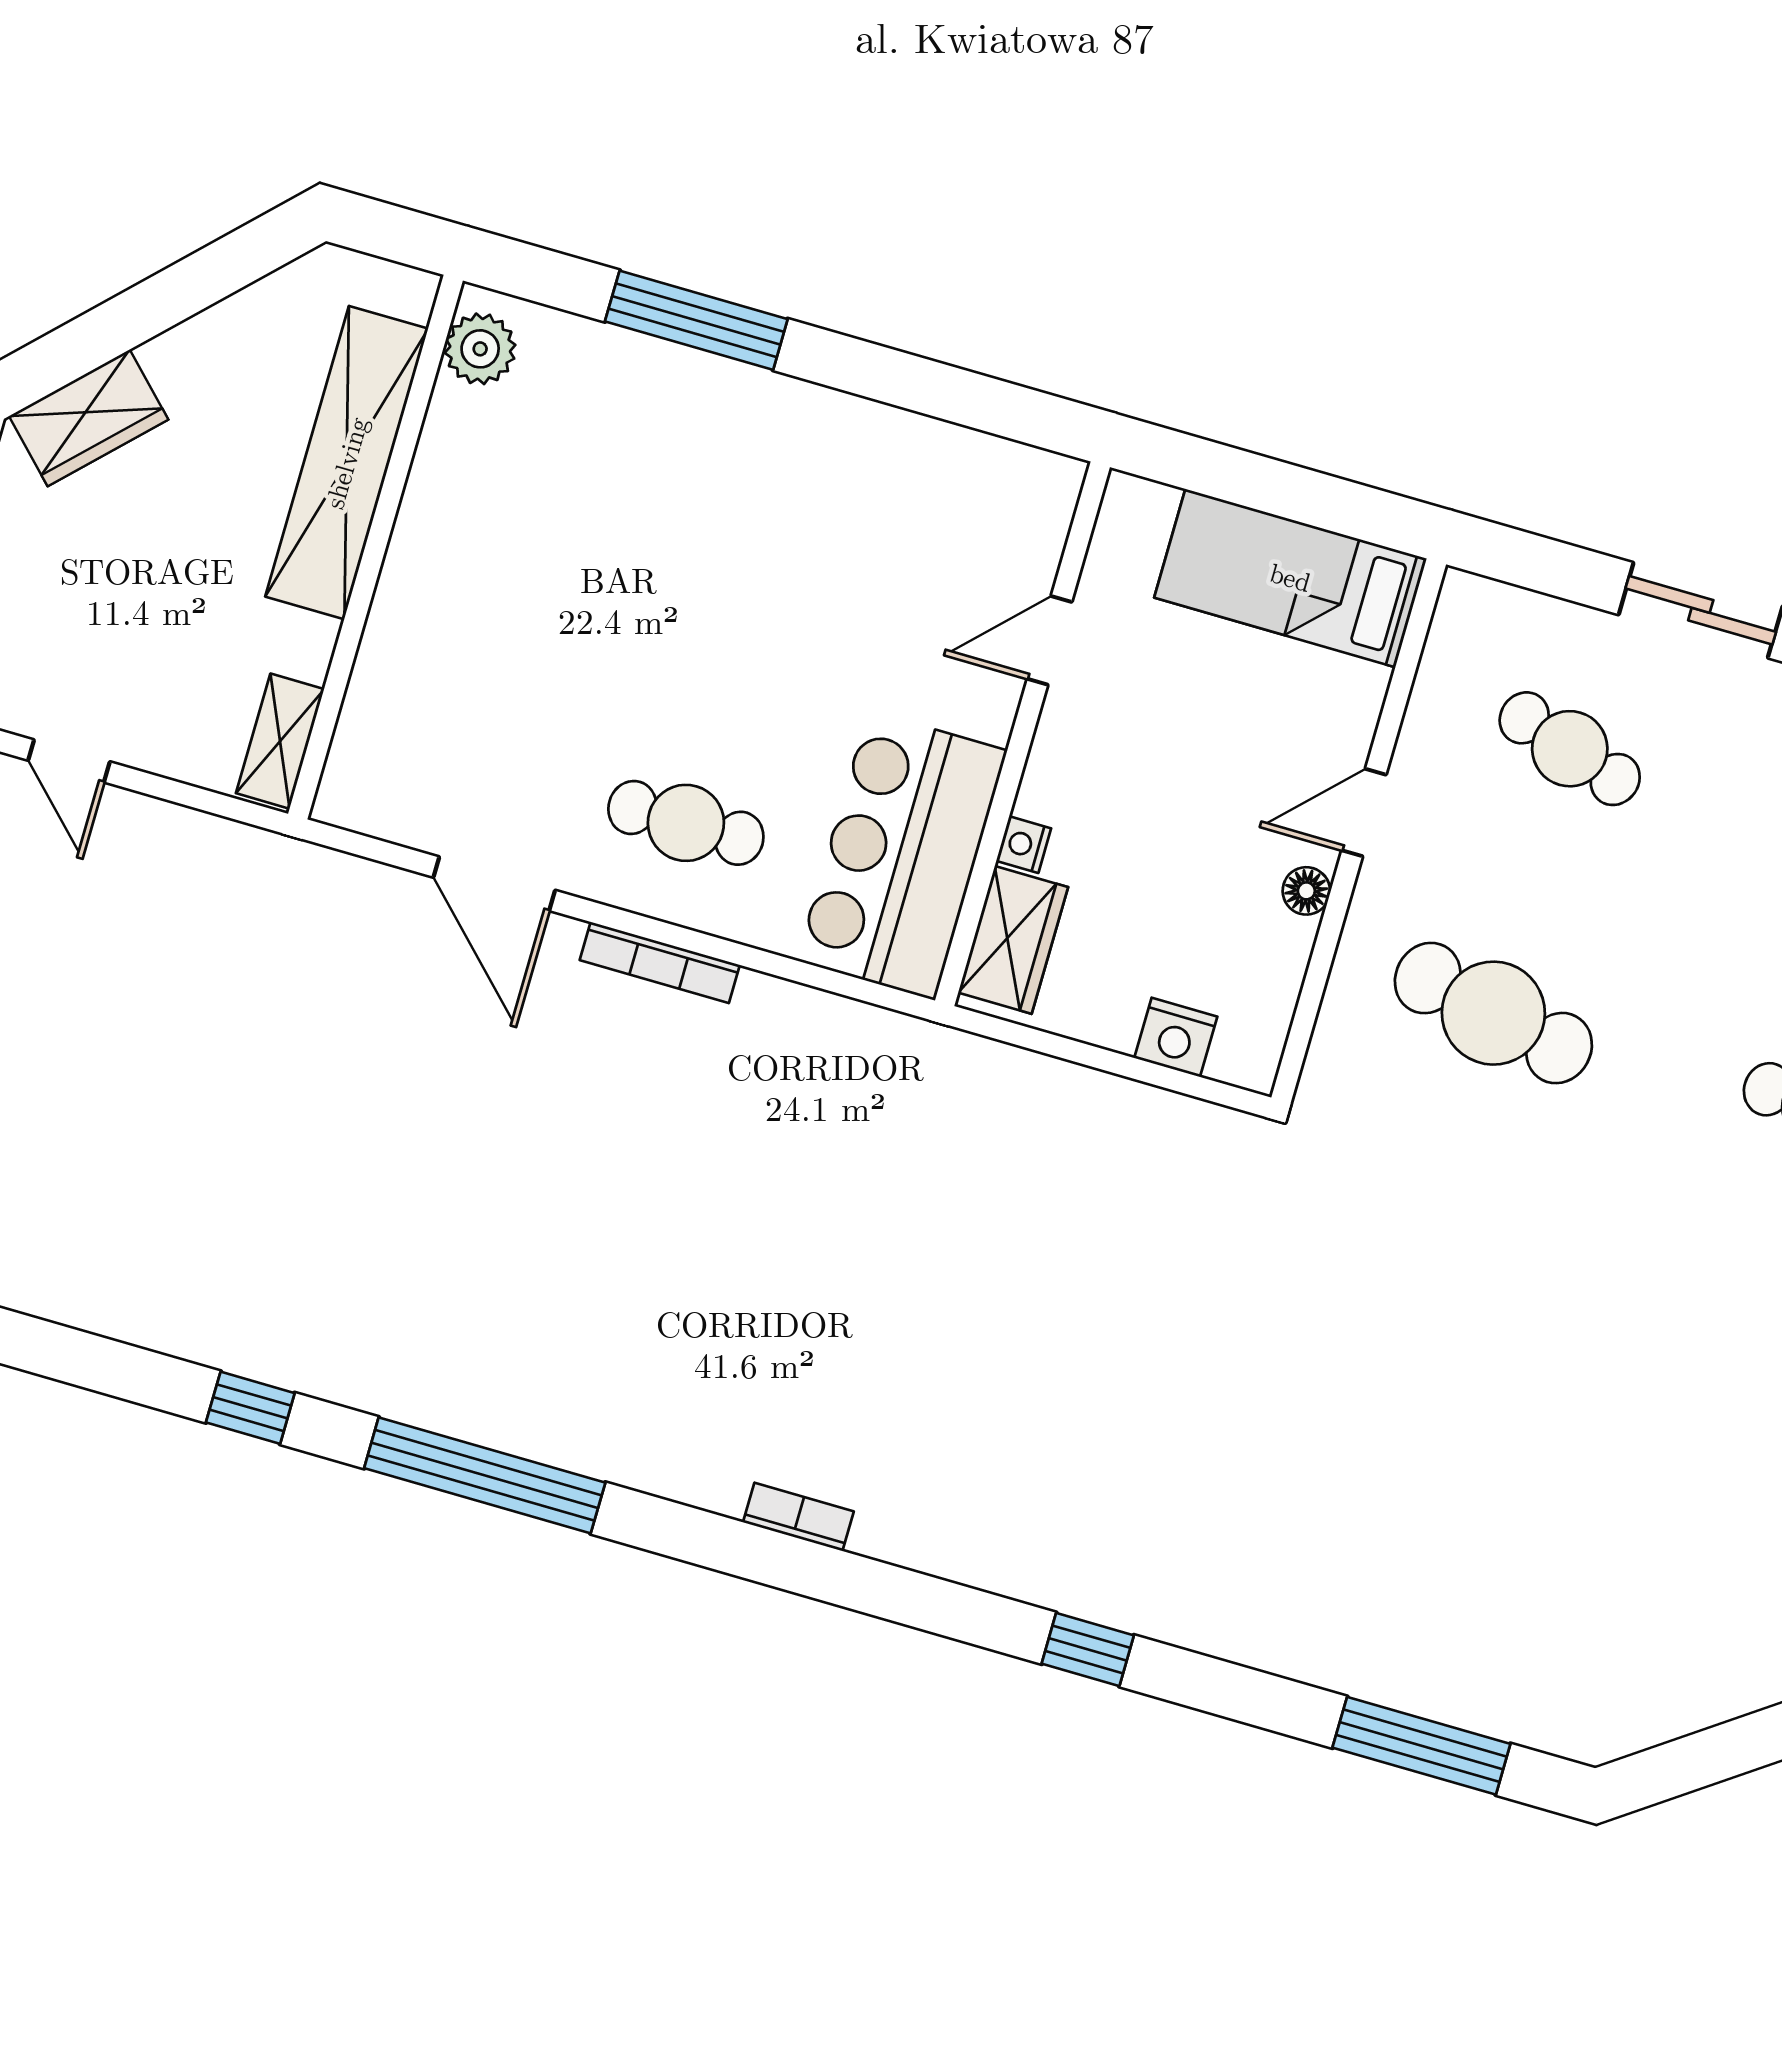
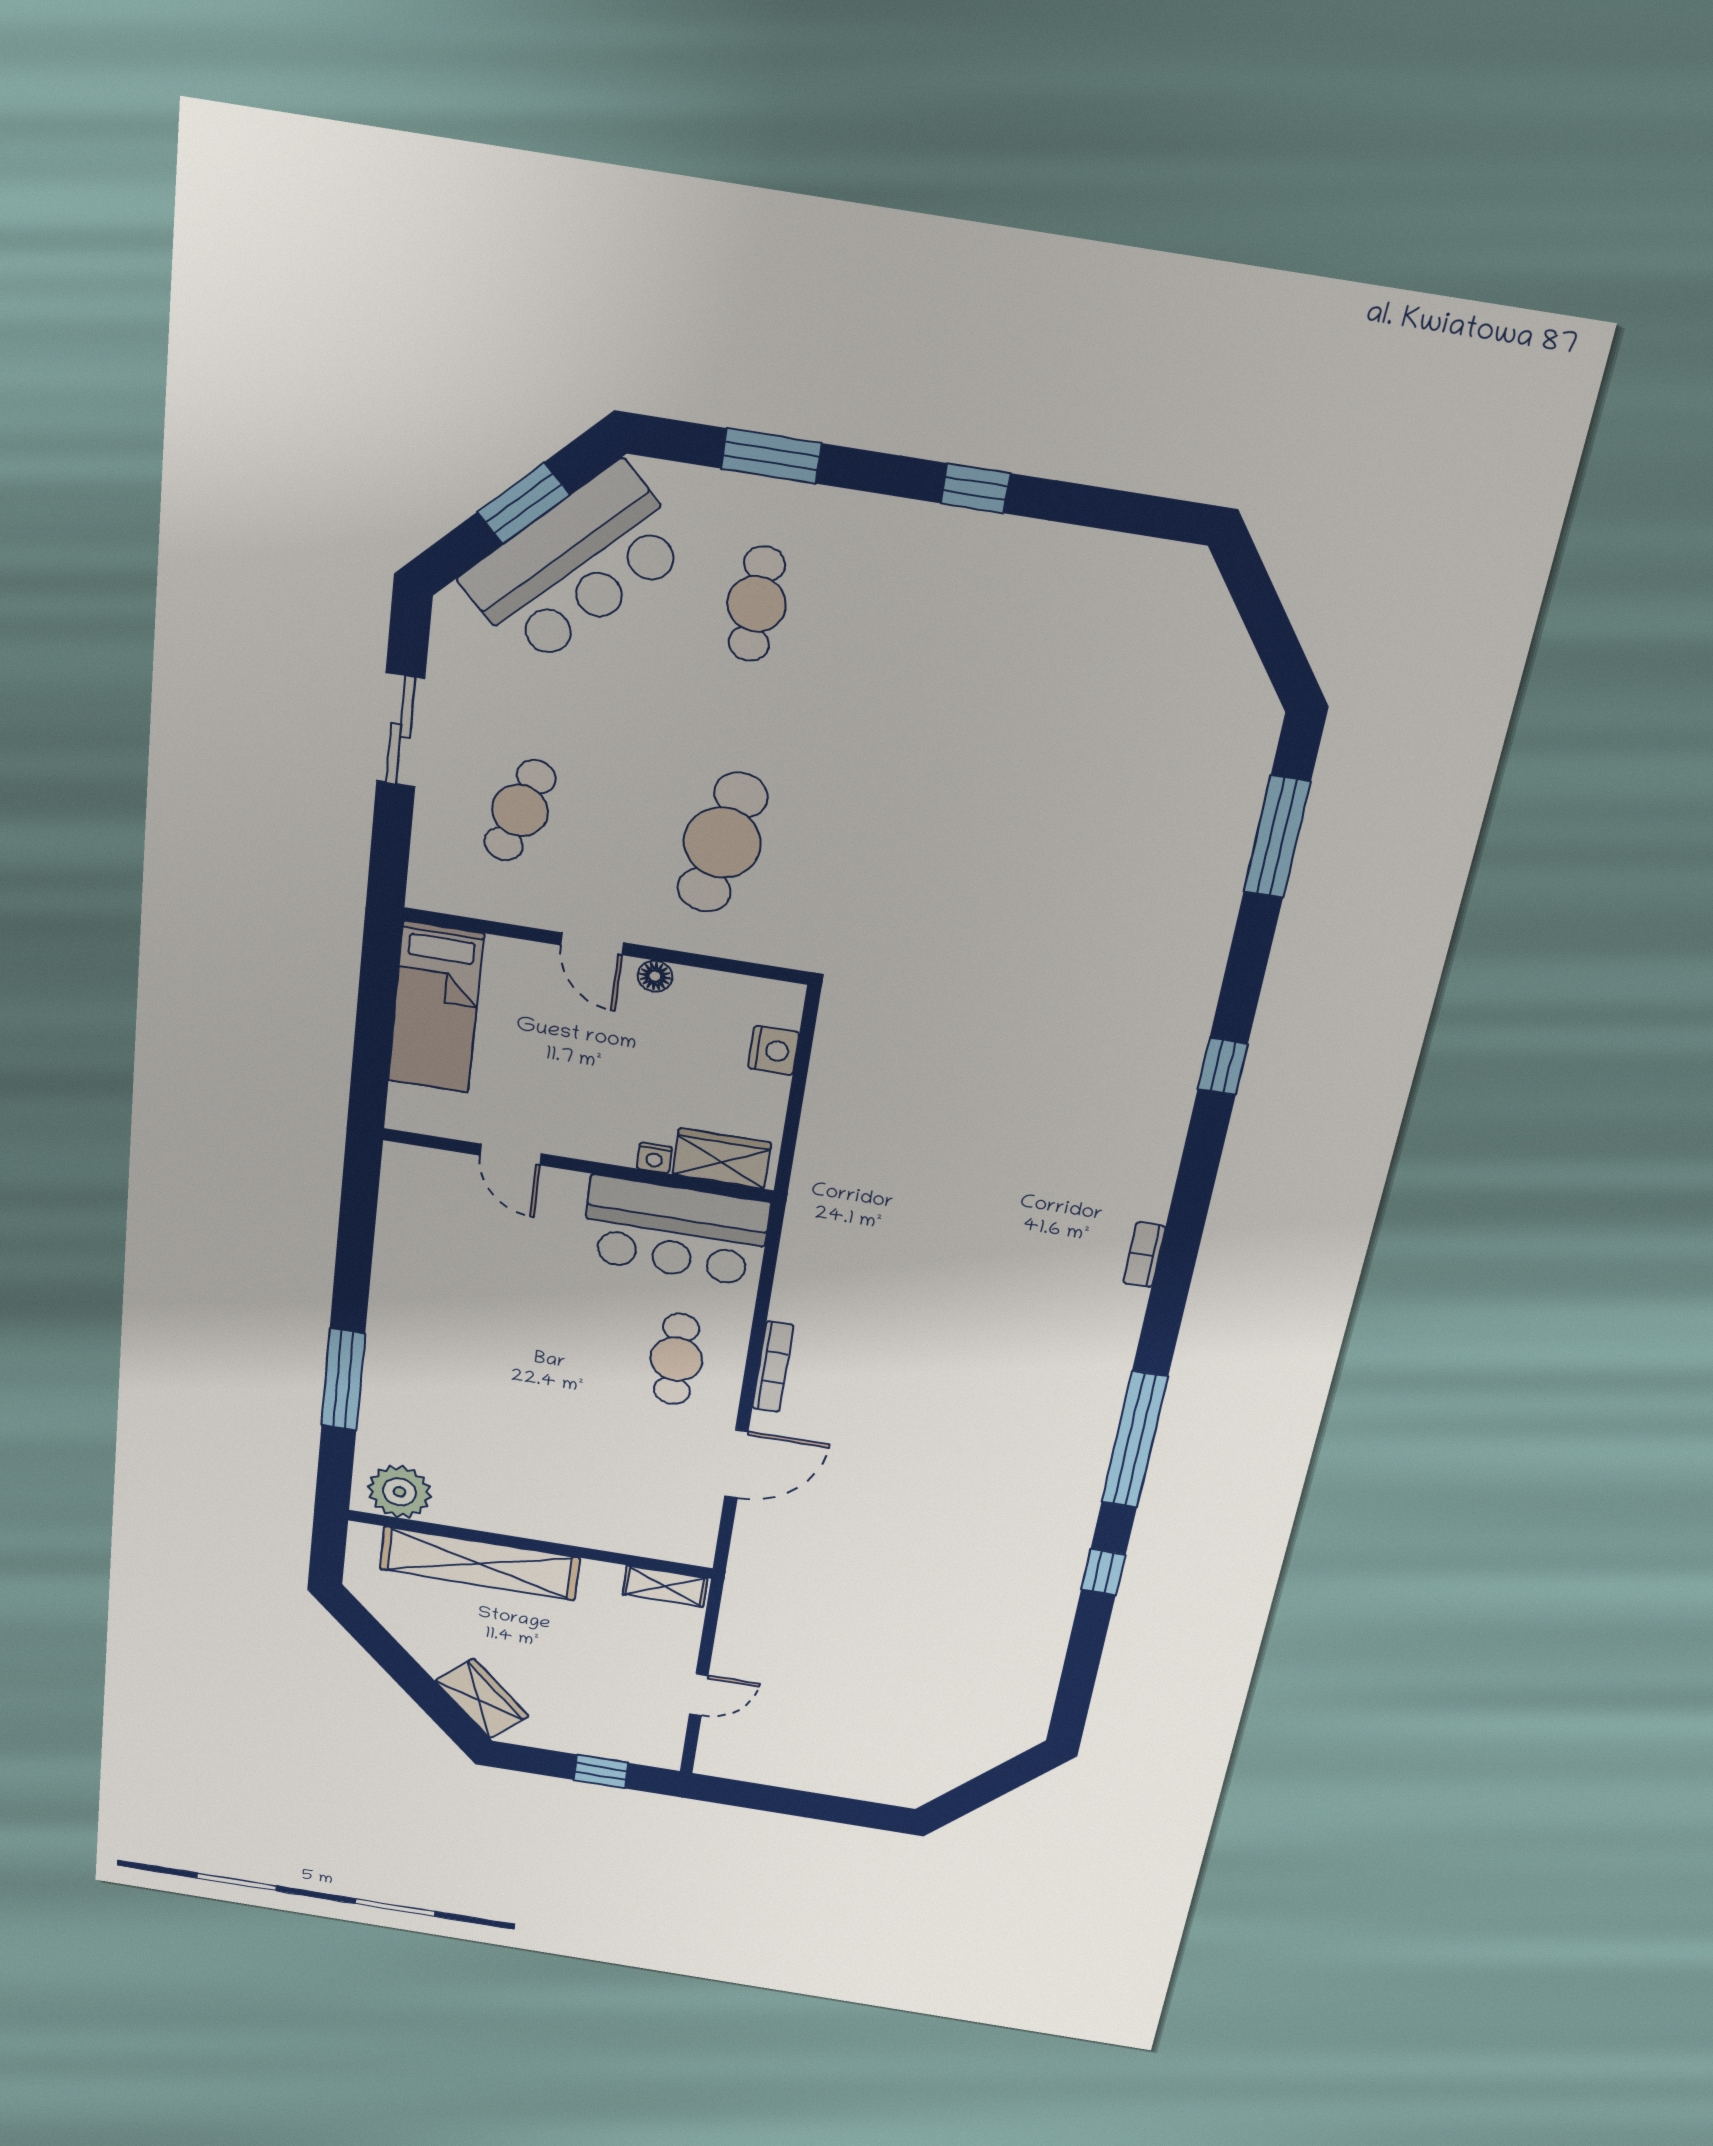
plant: (480, 349) -> (399, 1492), width x1.36, depth x1.36

